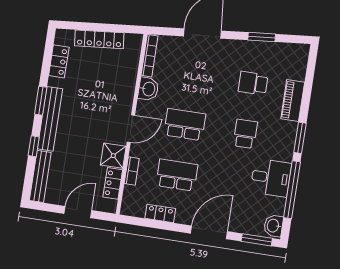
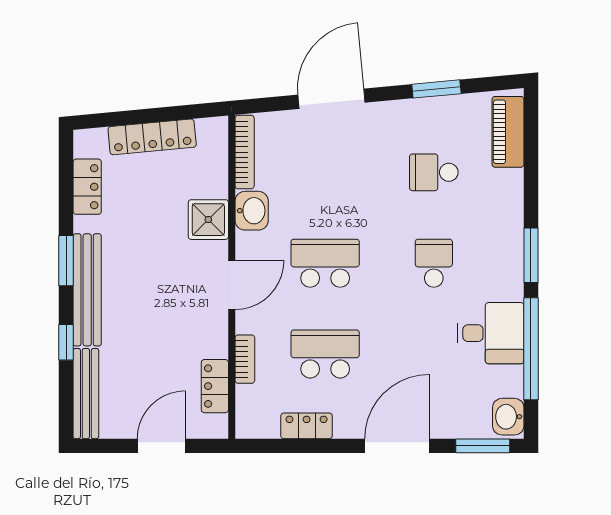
piano: (293, 100) -> (508, 132), moved
shower: (113, 156) -> (208, 220), moved

